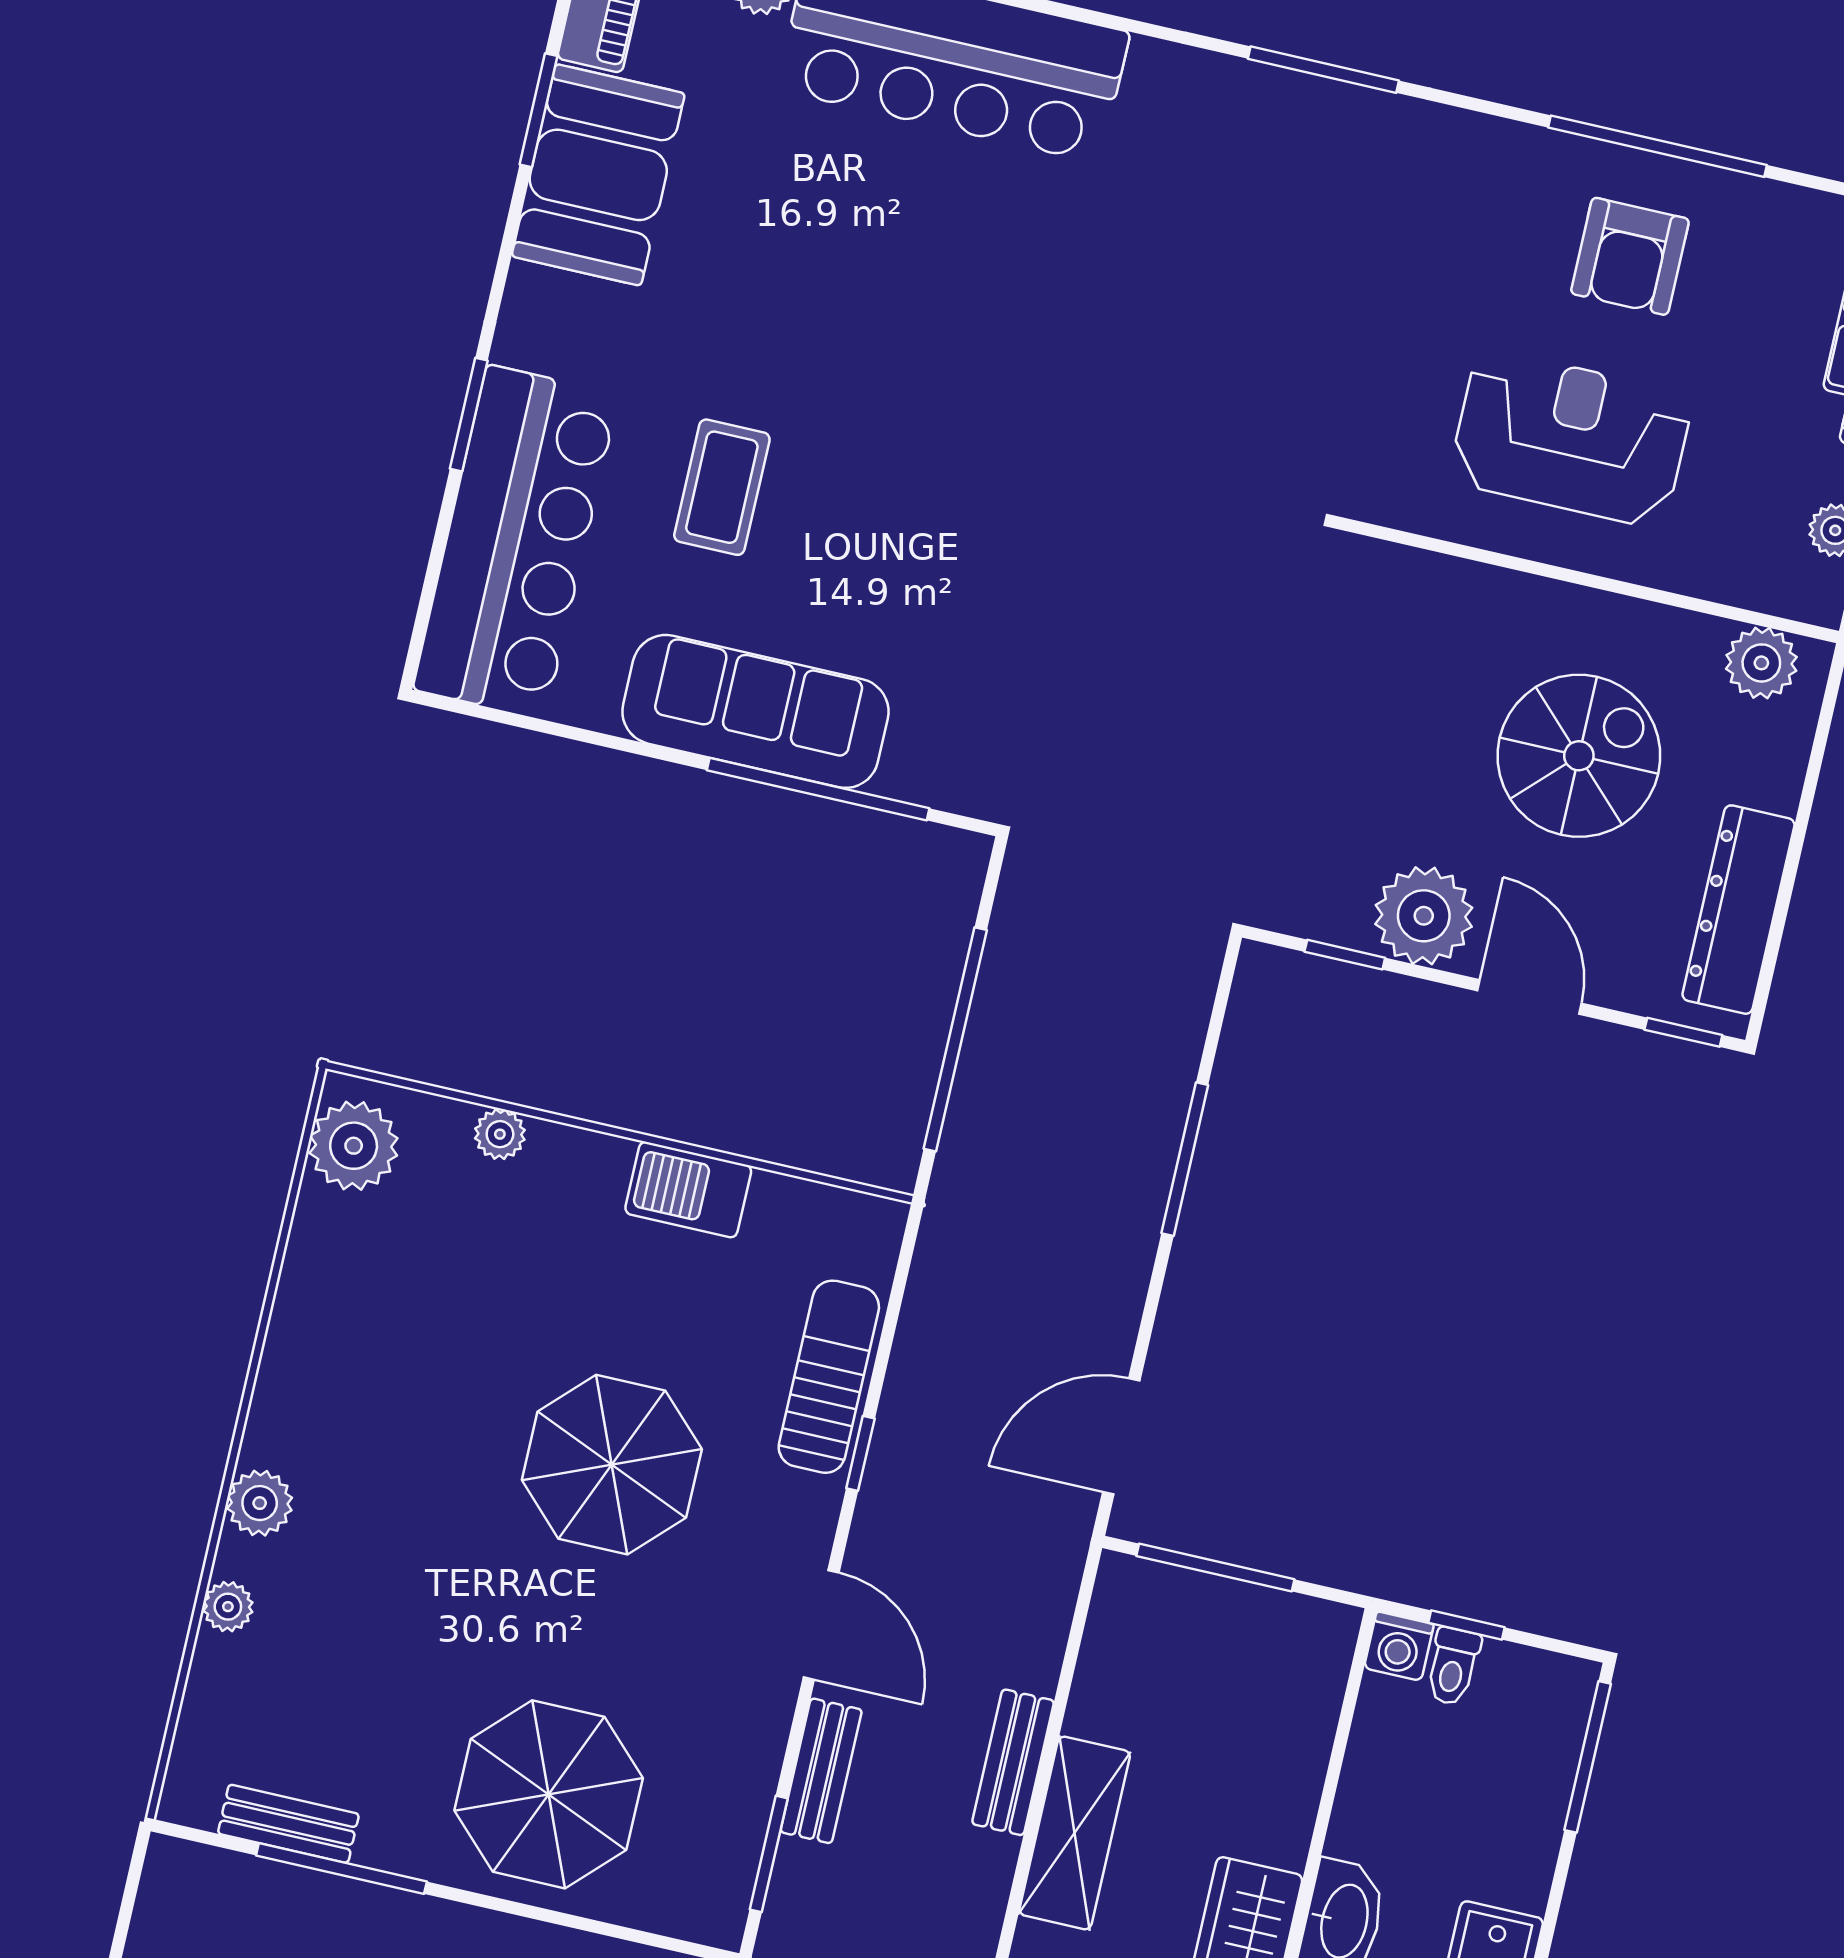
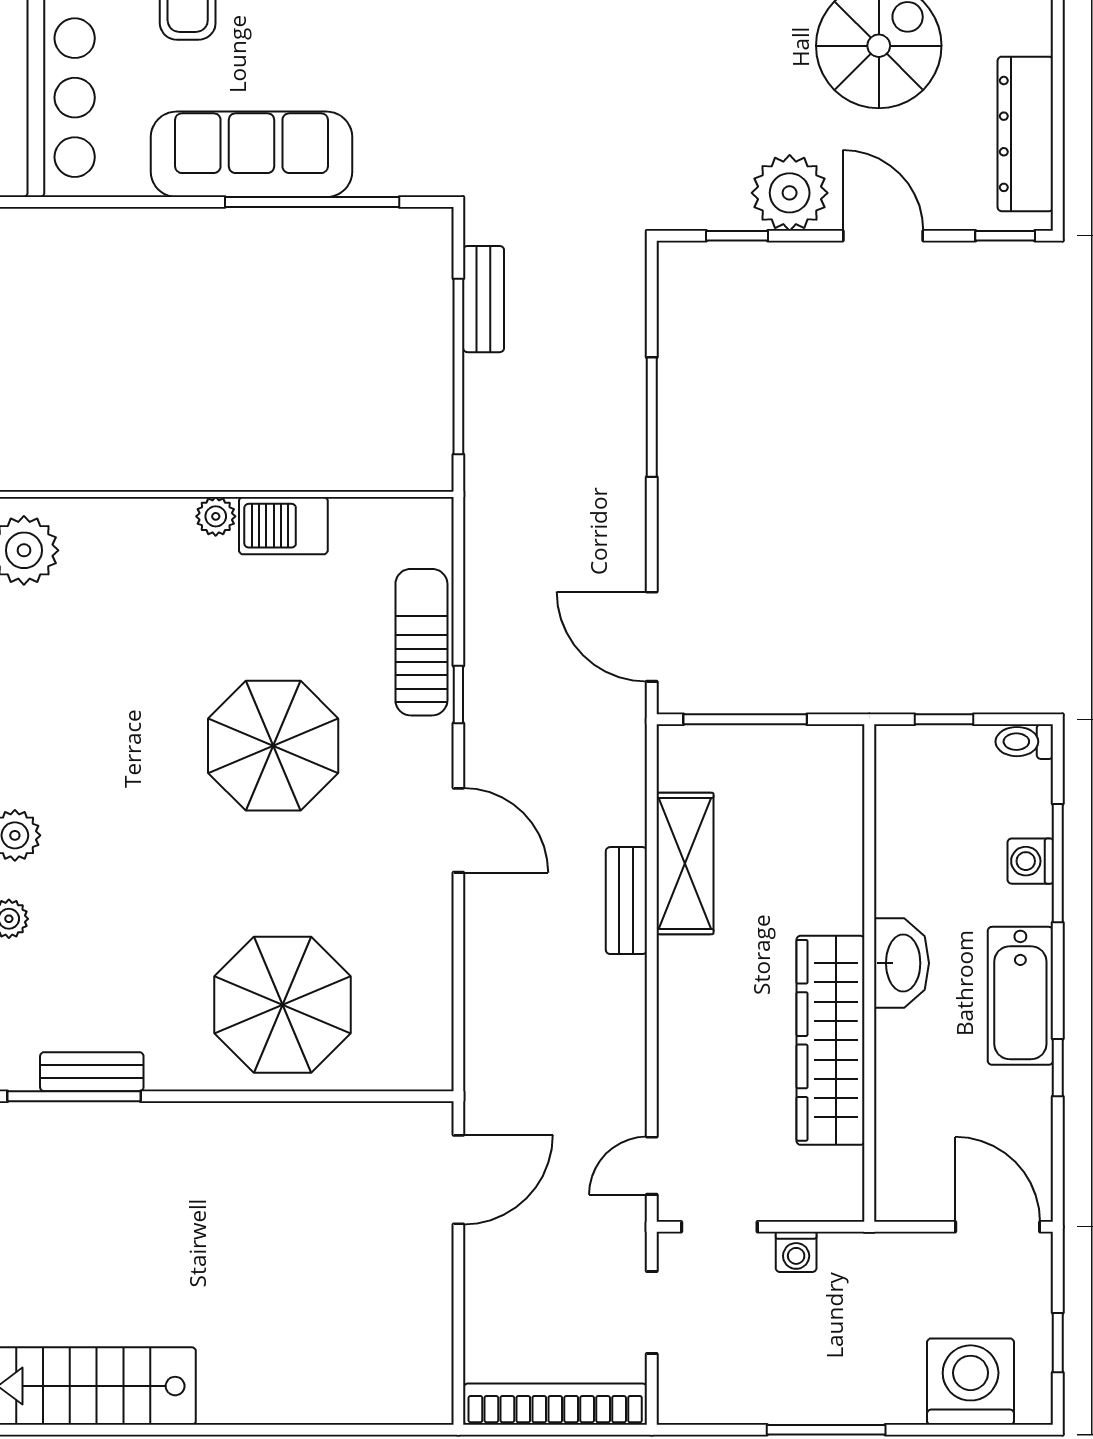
plant: (500, 1134) -> (216, 516), moved
door: (1121, 1436) -> (652, 637), hinge flipped
washing machine: (1399, 1646) -> (1030, 861), moved, turned 90
toilet: (1453, 1666) -> (1024, 742), moved, turned 90
window: (1588, 1757) -> (1058, 863), moved
bench: (821, 1771) -> (484, 299), moved
shelving: (1075, 1833) -> (685, 863), moved
window: (769, 1854) -> (458, 1012), removed
window: (341, 1868) -> (74, 1096), moved

